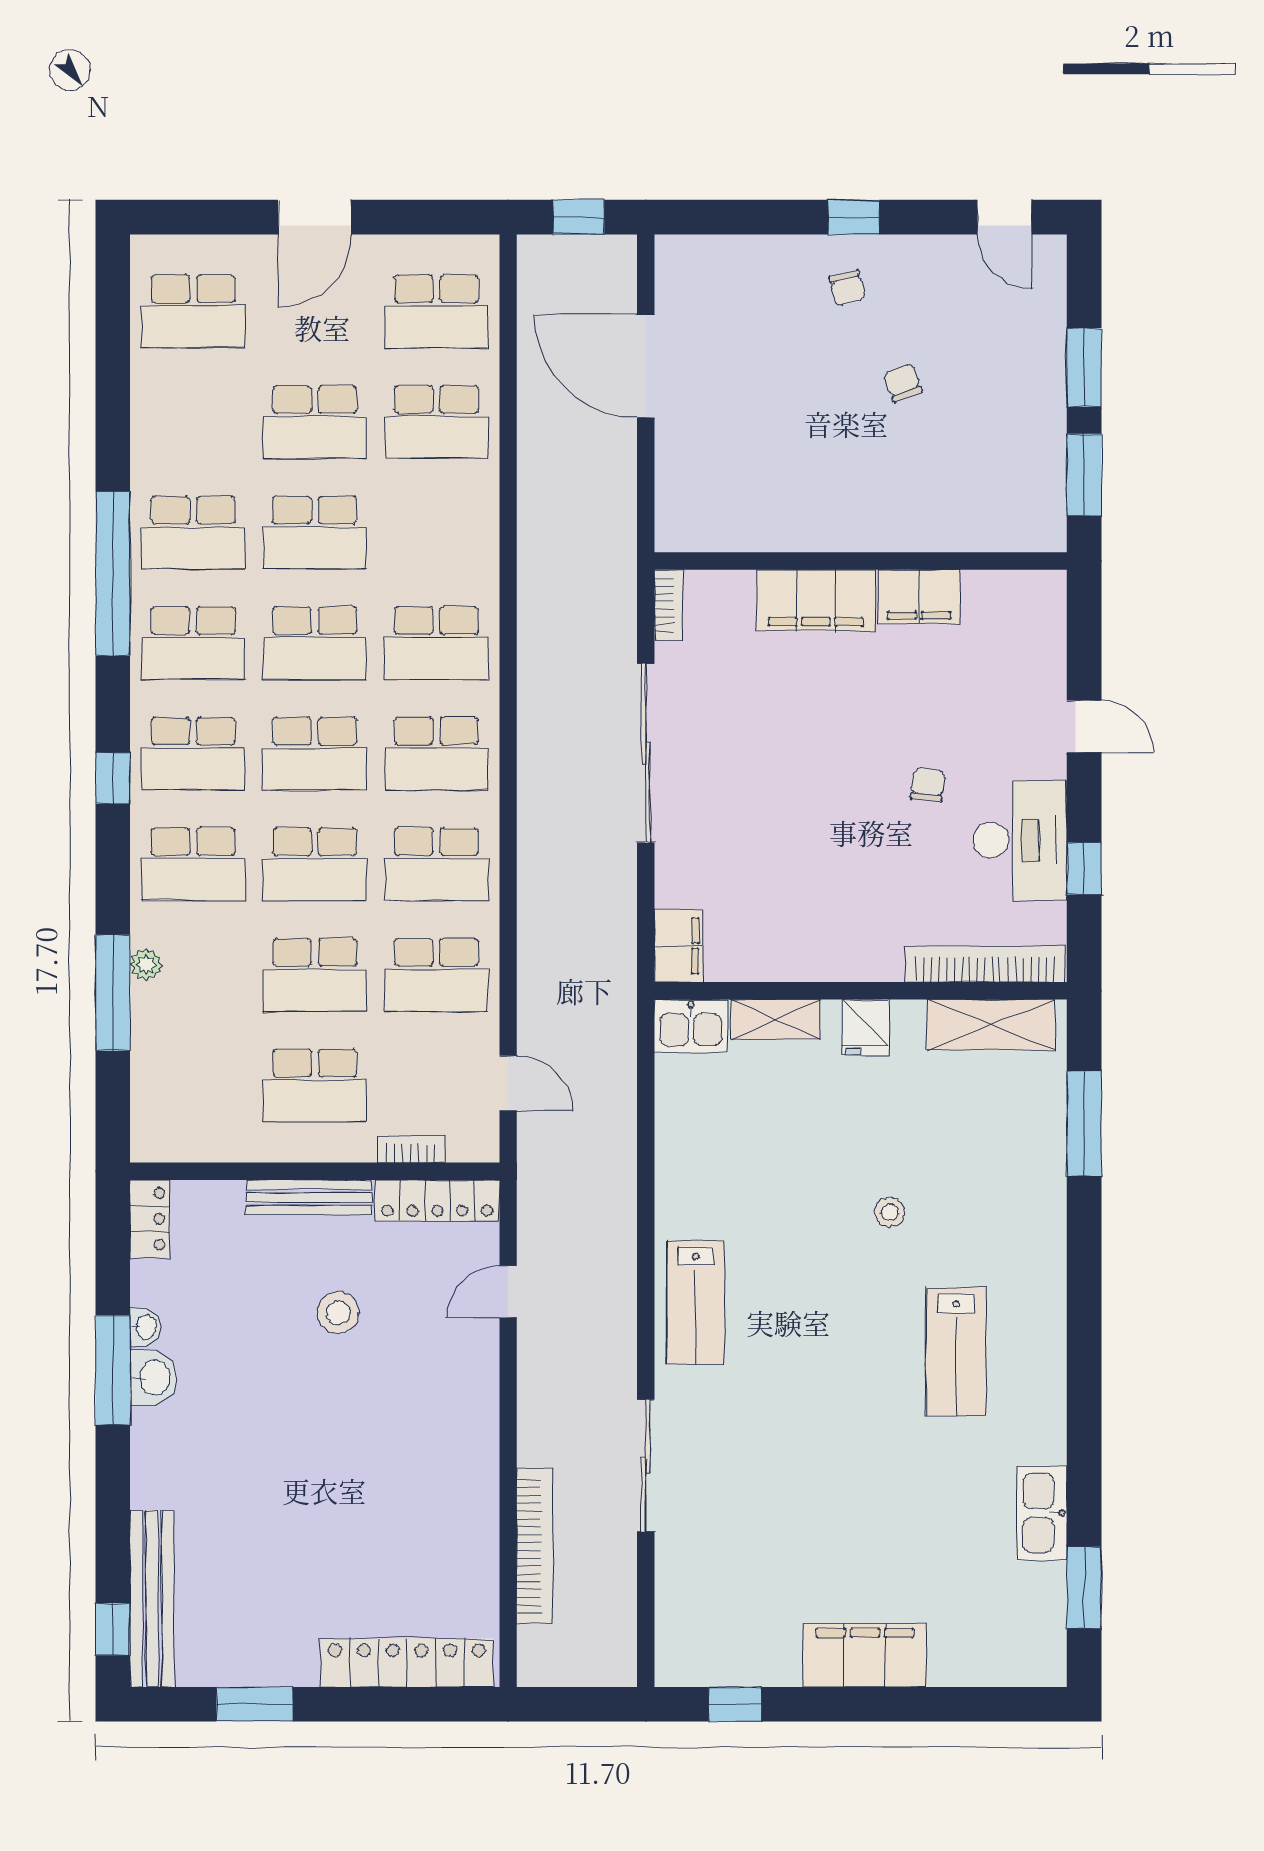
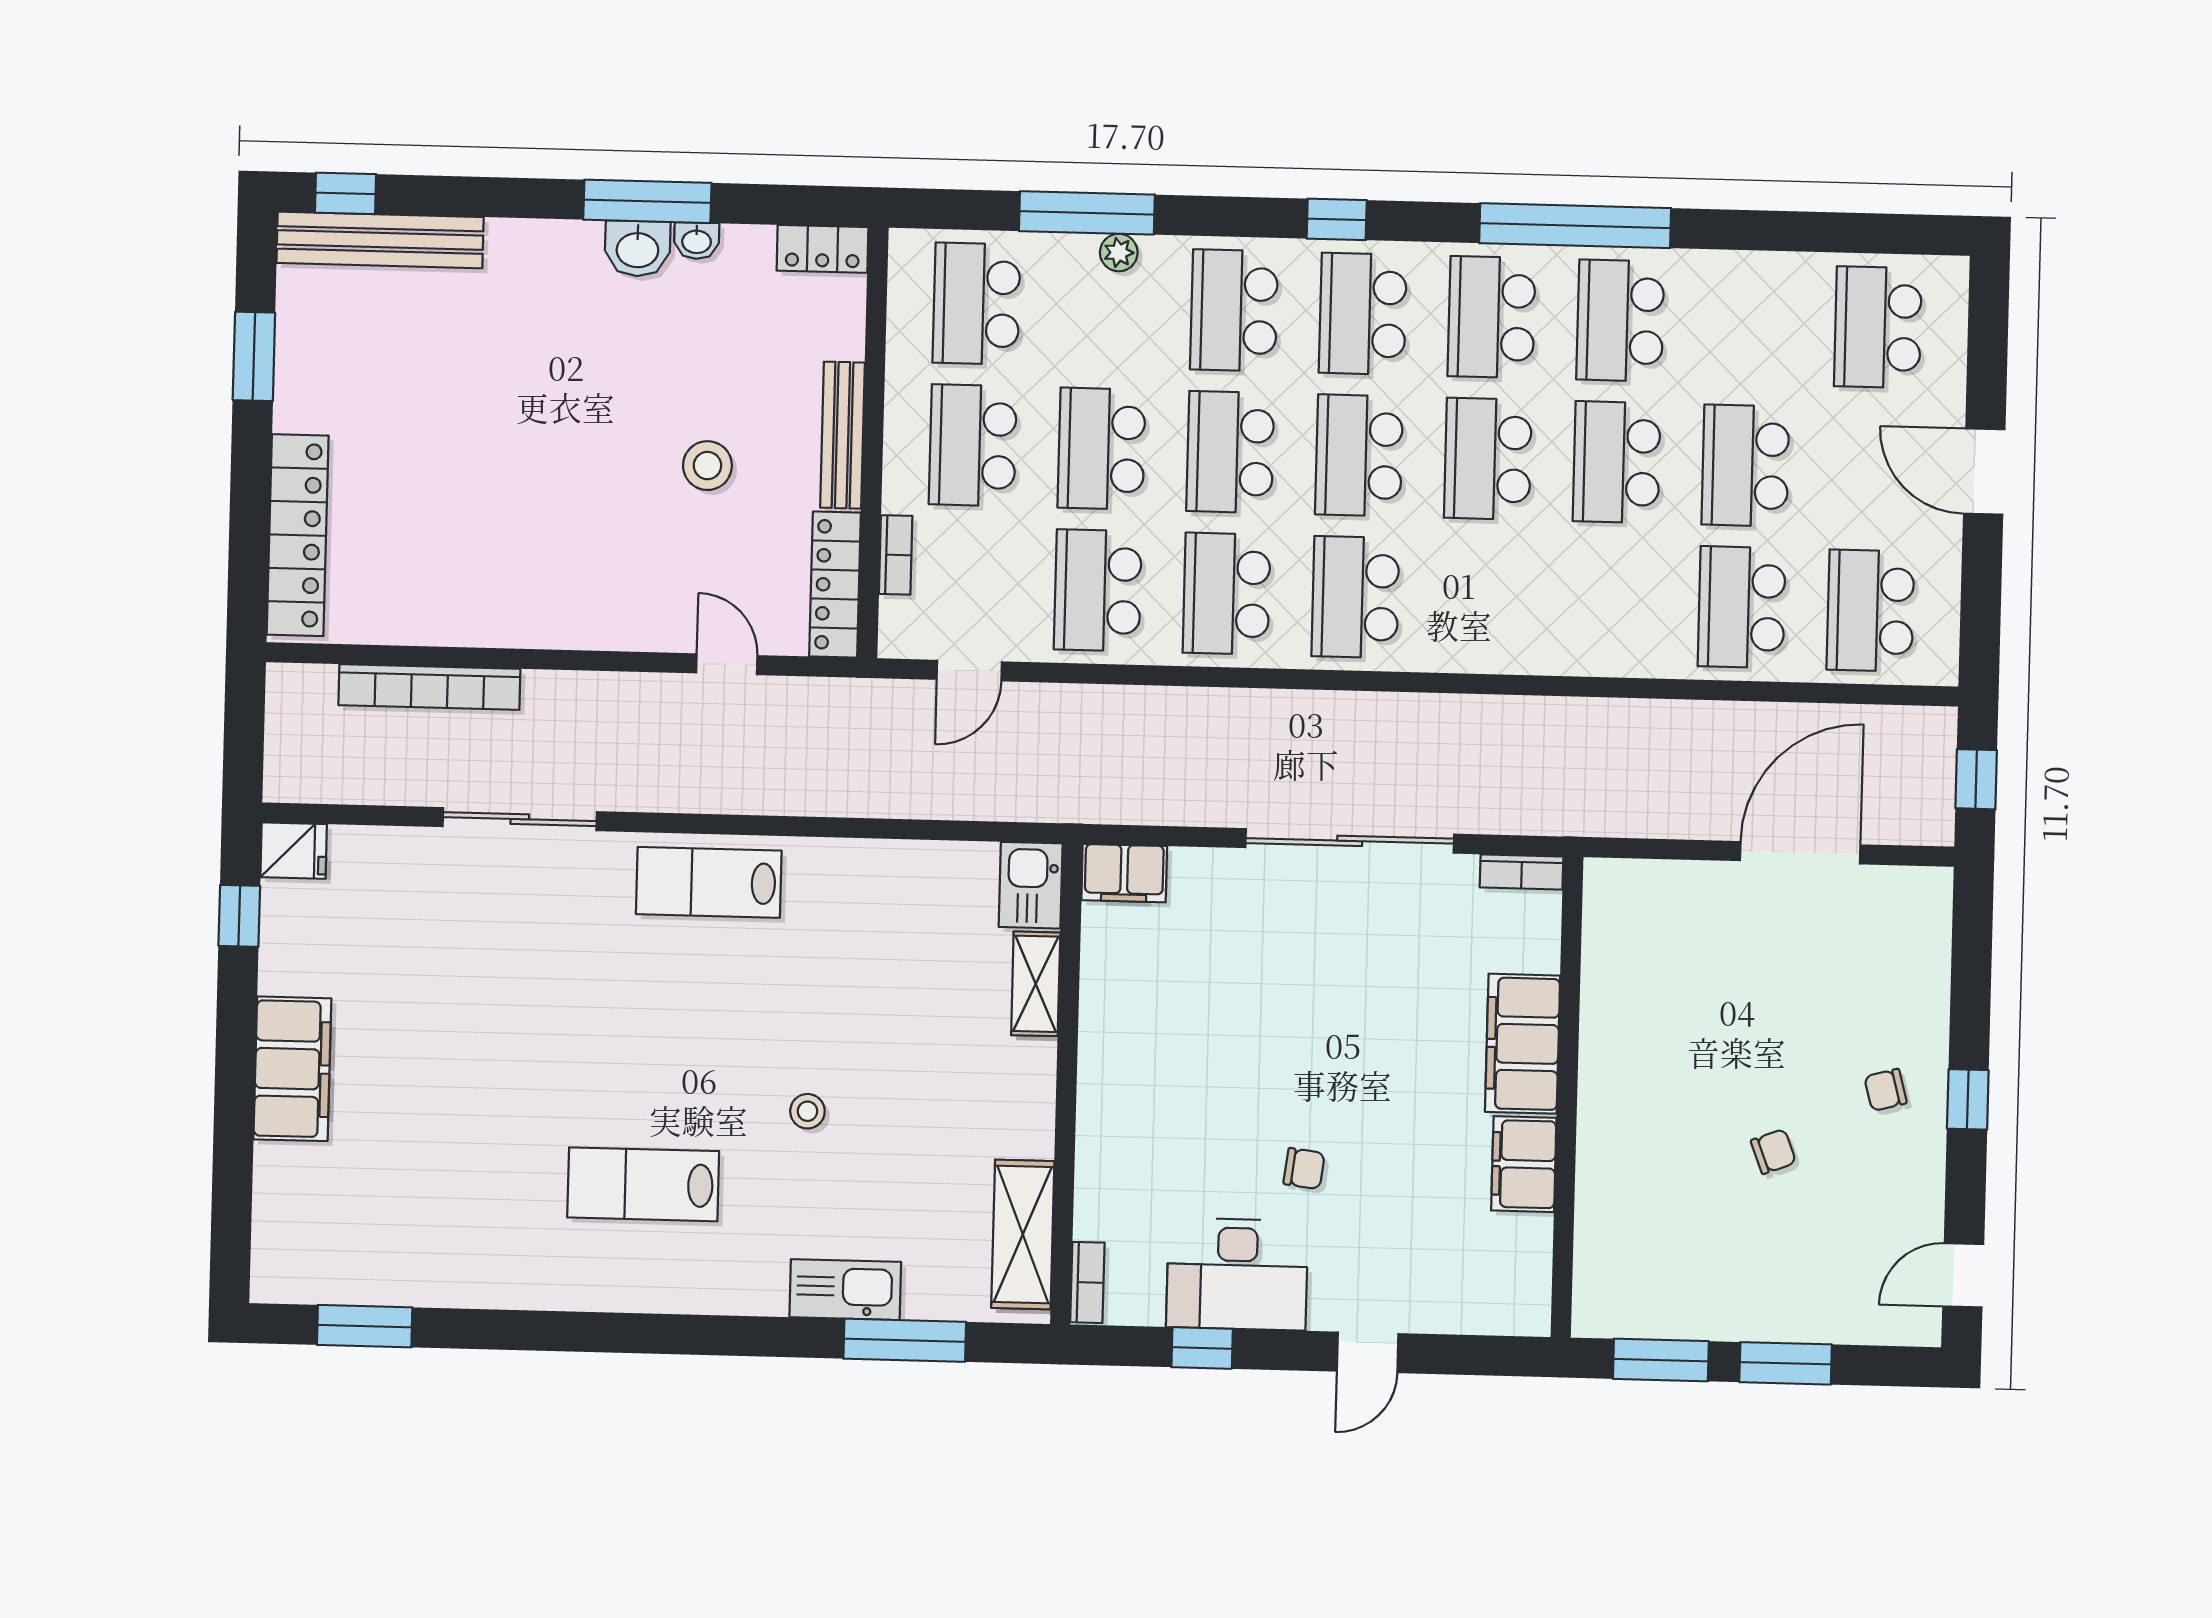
school desk: (436, 643) -> (977, 304), moved
bookcase: (985, 964) -> (1087, 1282), width x0.43, depth x0.76
fridge: (865, 1027) -> (294, 851), moved, turned 180
kitchen sink: (1042, 1513) -> (845, 1290), moved

